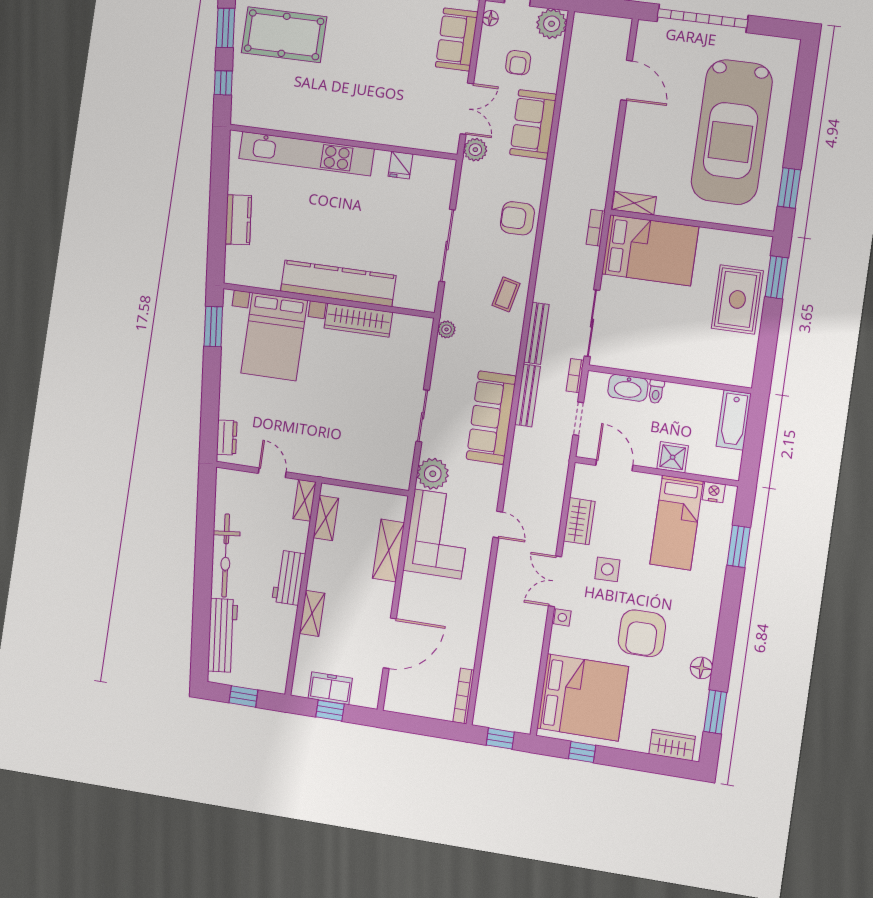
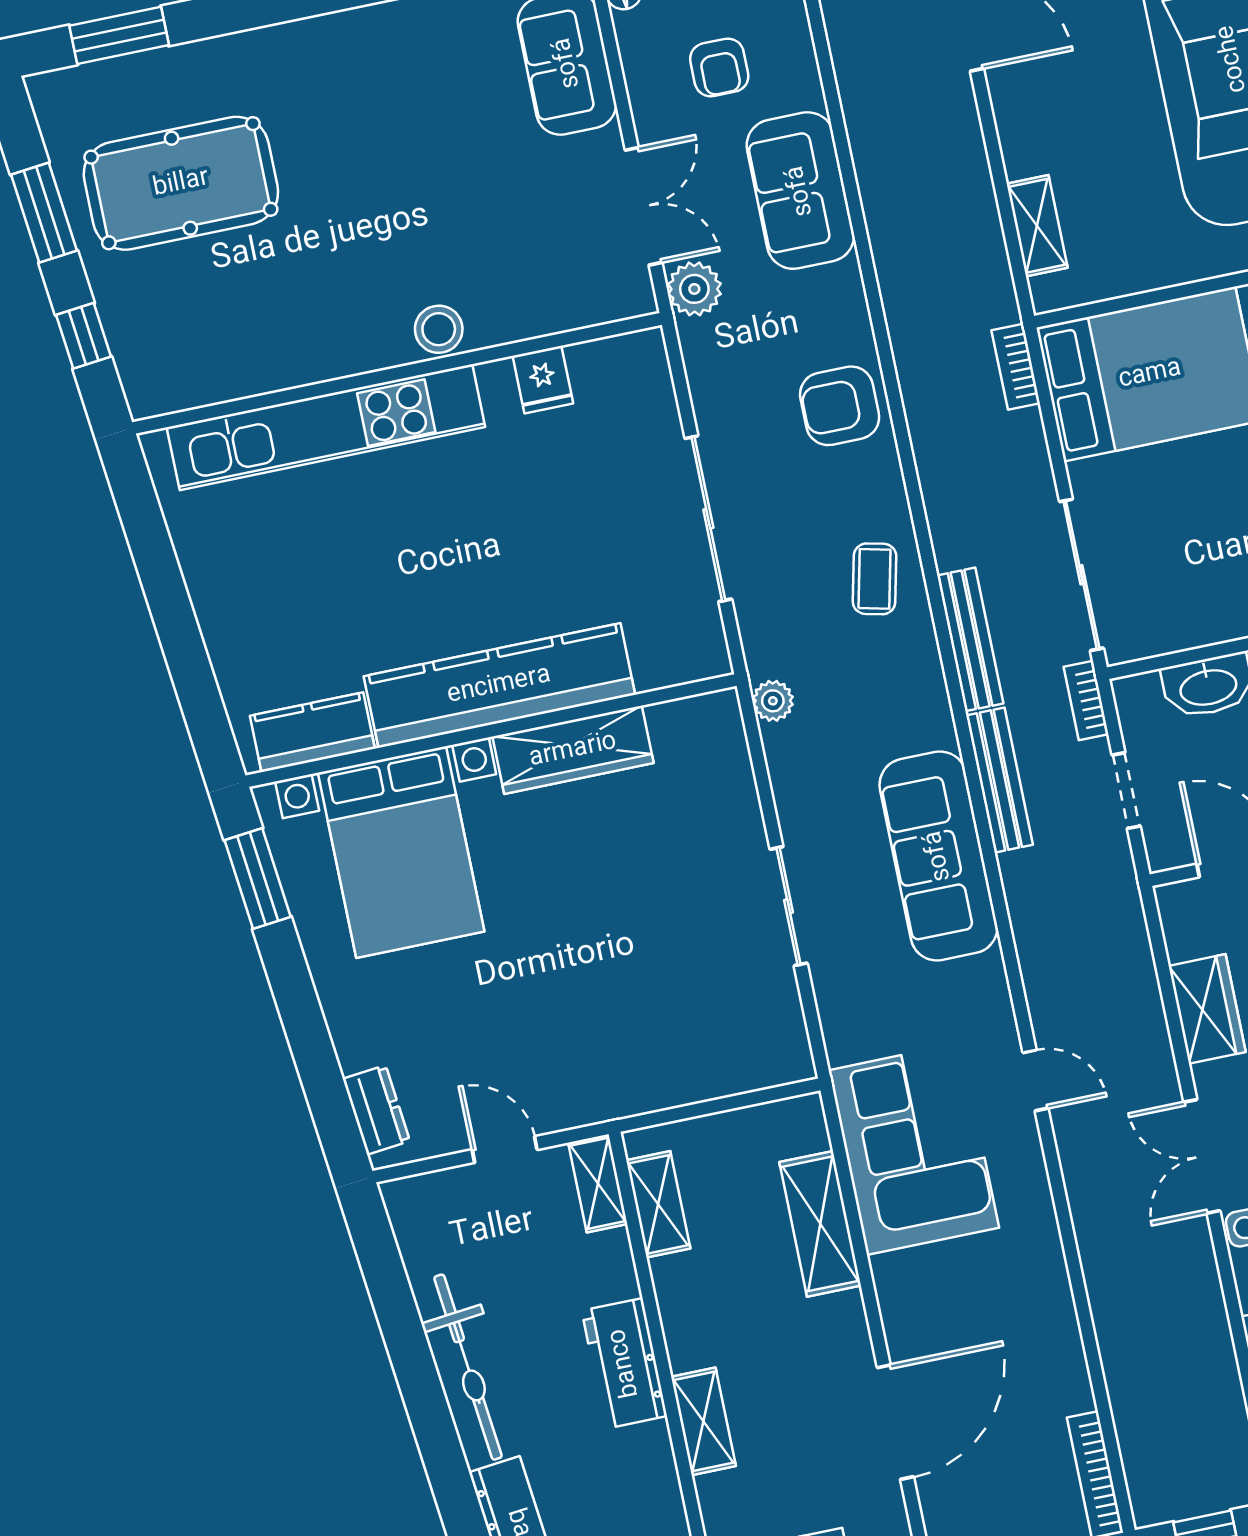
stool: (366, 130) -> (439, 329), added
shelving: (634, 203) -> (1037, 226), moved, turned 90
kitchen counter: (238, 220) -> (312, 732), moved, turned -84
plant: (433, 474) -> (856, 1023), removed

